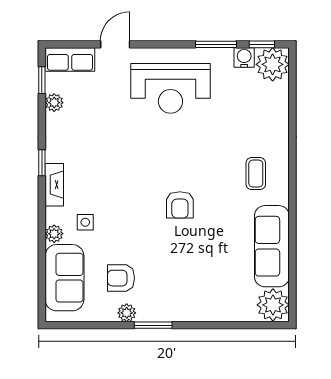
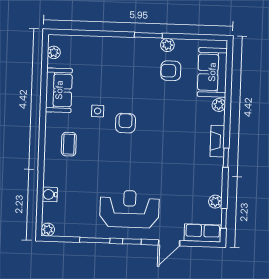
window: (262, 44) -> (132, 242), moved
water cooler: (244, 58) -> (50, 194), moved, turned 90
plant: (273, 64) -> (48, 230), width x0.53, depth x0.53
side table: (85, 222) -> (98, 111), moved
sofa: (272, 246) -> (59, 90), width x0.73
armchair: (121, 278) -> (171, 71), turned 180
plant: (273, 305) -> (54, 52), width x0.53, depth x0.53

